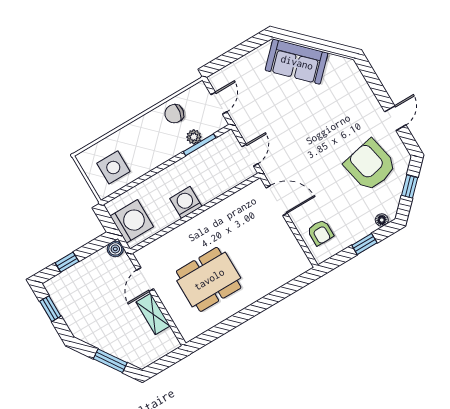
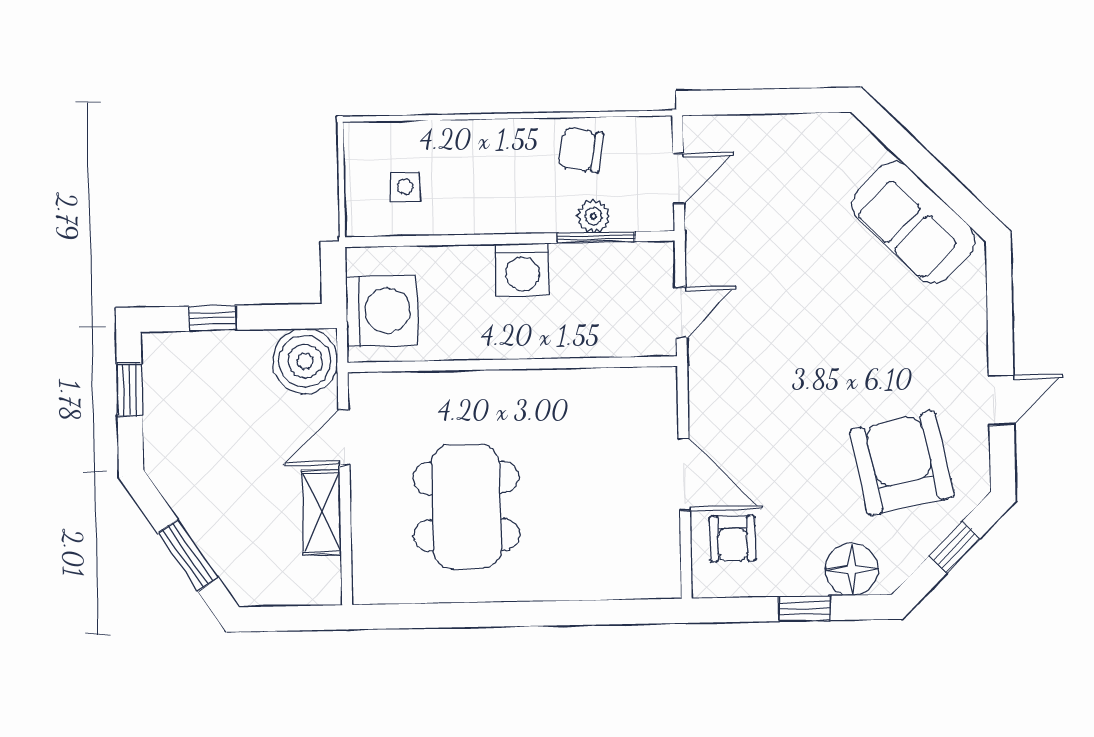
sofa: (297, 62) -> (914, 222), moved
side table: (113, 167) -> (405, 187), width x0.54, depth x0.54
door: (277, 200) -> (684, 474), moved
washing machine: (186, 202) -> (522, 270), moved, turned 180
floor lamp: (382, 220) -> (852, 569), width x1.89, depth x1.89
boiler: (115, 249) -> (305, 361), width x1.86, depth x1.86
dining table: (209, 279) -> (466, 507), turned 90

